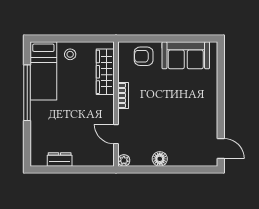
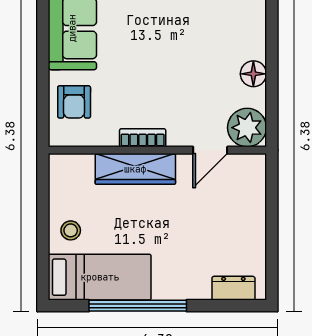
wardrobe: (105, 72) -> (135, 169), moved
dresser: (60, 159) -> (233, 288), moved, turned 90
plant: (124, 160) -> (247, 128), width x1.87, depth x1.87

